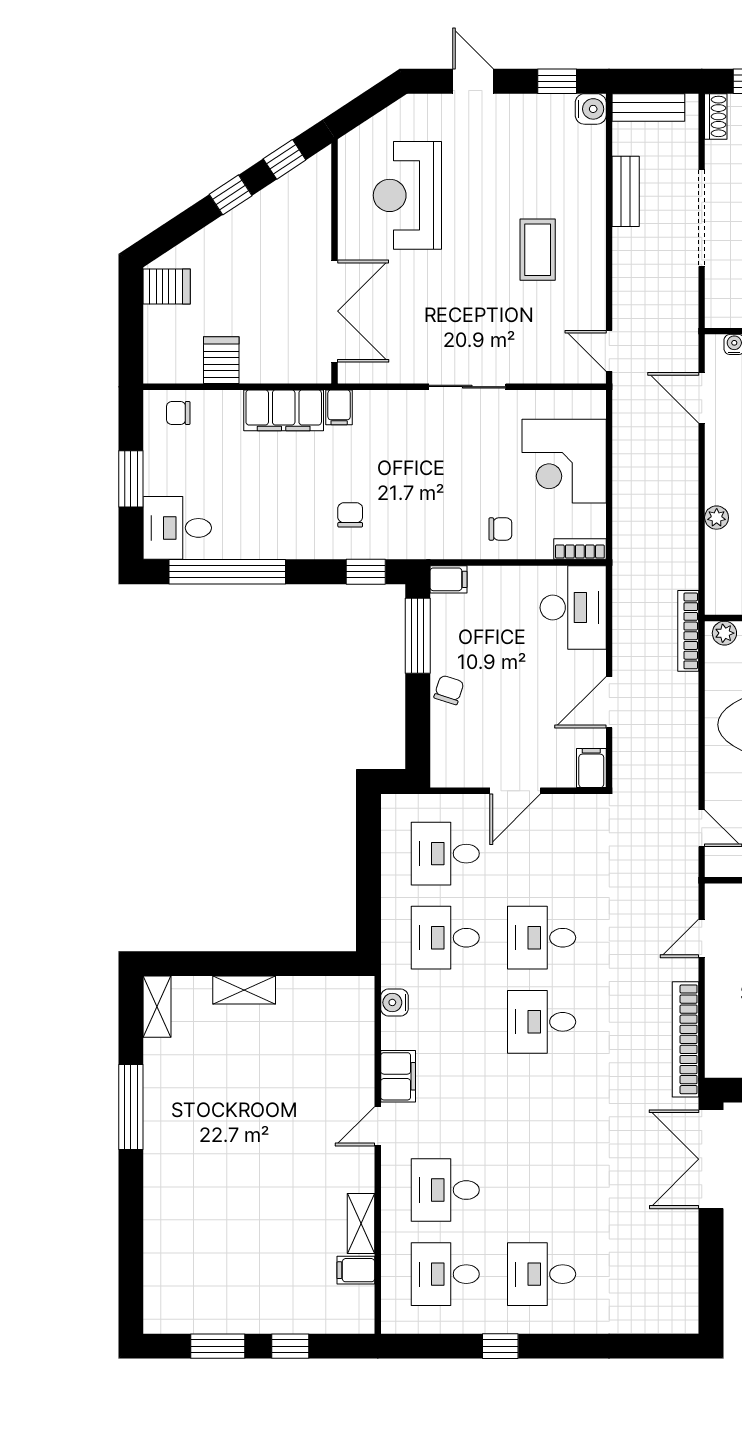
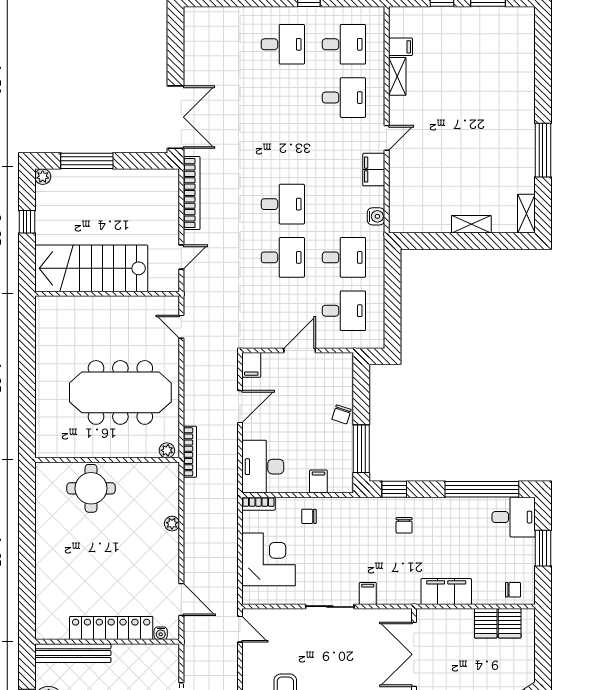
server rack: (167, 286) -> (510, 623), moved, turned -90
filing cabinet: (339, 407) -> (368, 593), moved
filing cabinet: (448, 579) -> (318, 482), moved, turned 90

